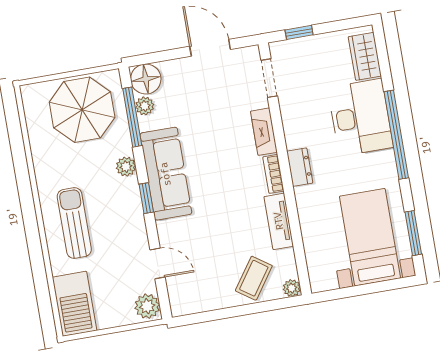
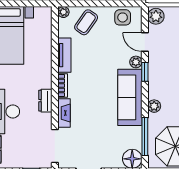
doorway: (269, 78) -> (55, 146), width x1.38
plant: (145, 106) -> (136, 62), moved
dresser: (300, 167) -> (45, 101), moved
window: (146, 198) -> (145, 72), moved
side table: (199, 296) -> (123, 17), added

